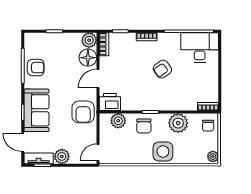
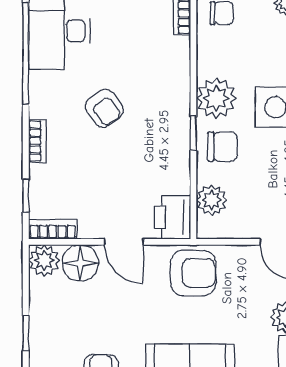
plant: (178, 123) -> (216, 98), moved

